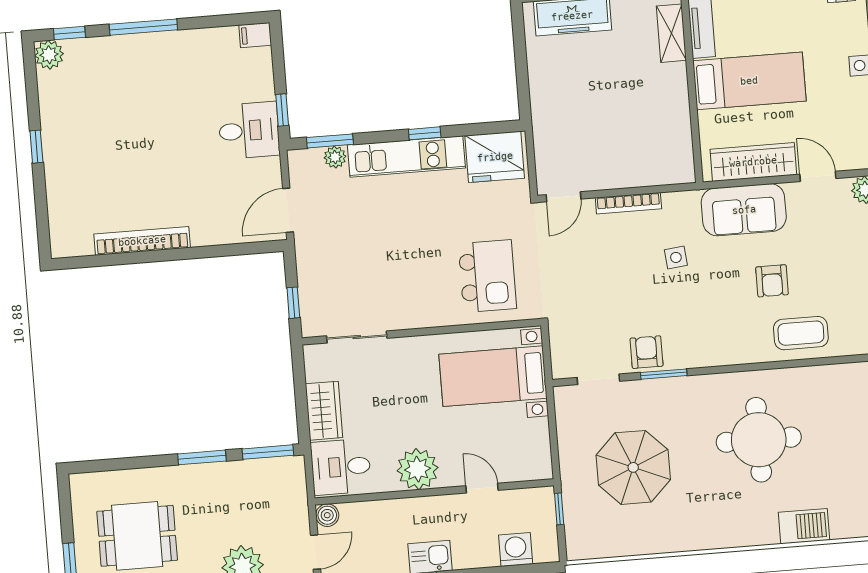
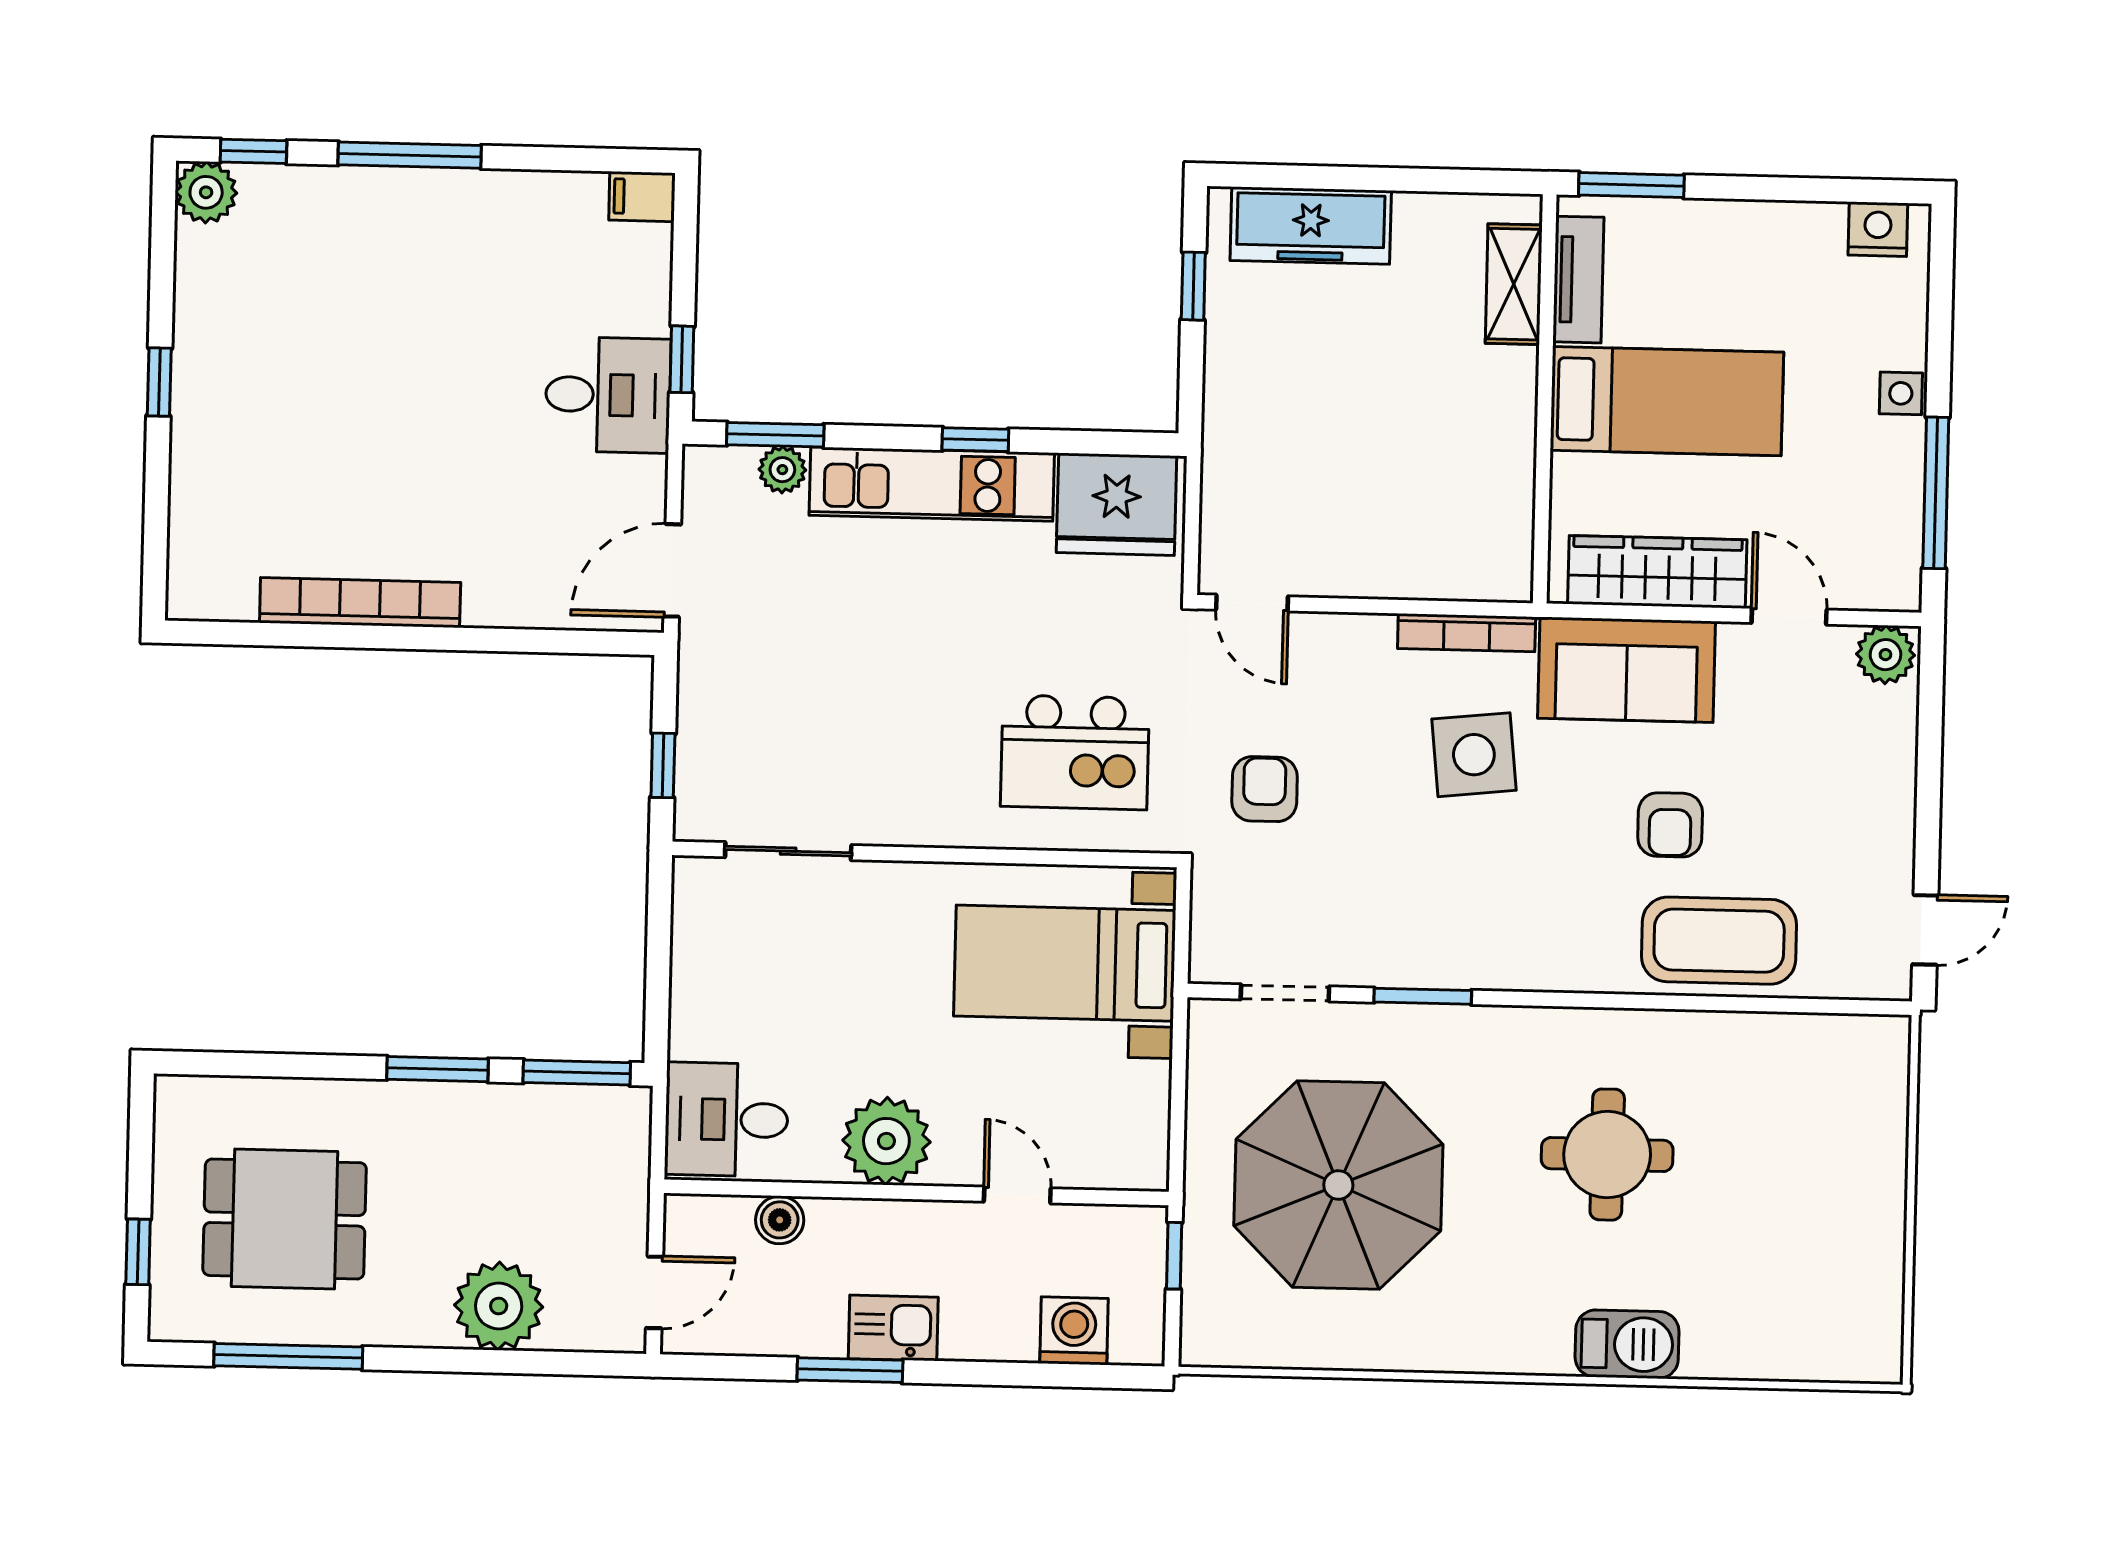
window: (520, 50) -> (1193, 286), added
door: (564, 197) -> (1252, 603), hinge flipped
bookcase: (628, 203) -> (1467, 633), moved
side table: (676, 257) -> (1474, 755), width x1.87, depth x1.87
kitchen island: (487, 276) -> (1075, 752), turned 90
coffee table: (801, 333) -> (1719, 941), width x1.36, depth x1.32
armchair: (647, 352) -> (1265, 789), moved
wardrobe: (324, 411) -> (703, 998), removed
round table: (759, 440) -> (1607, 1155), width x0.73, depth x0.73
parasol: (633, 467) -> (1338, 1185), width x1.36, depth x1.36
boiler: (327, 515) -> (780, 1220), moved
barbecue: (804, 526) -> (1627, 1344), moved

